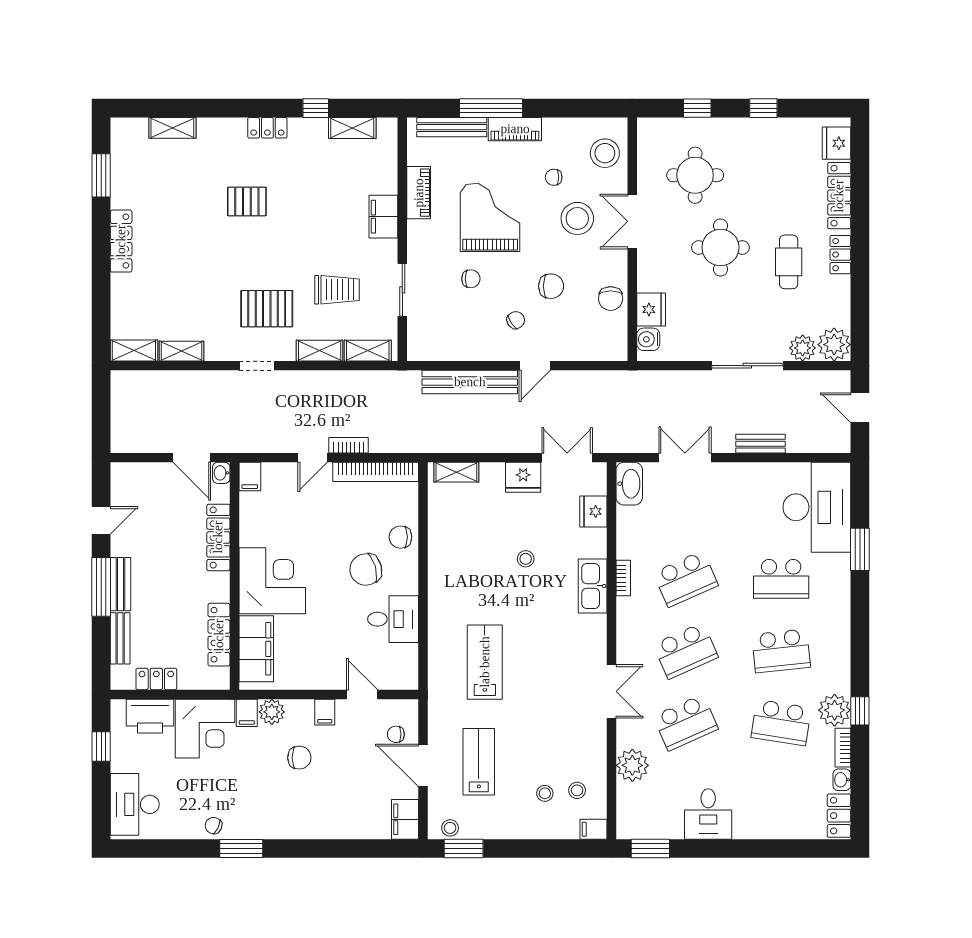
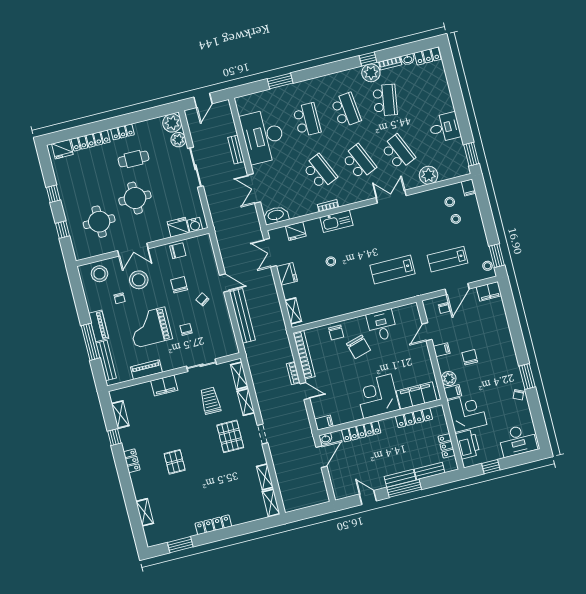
desk: (817, 507) -> (263, 136), moved, turned -90

